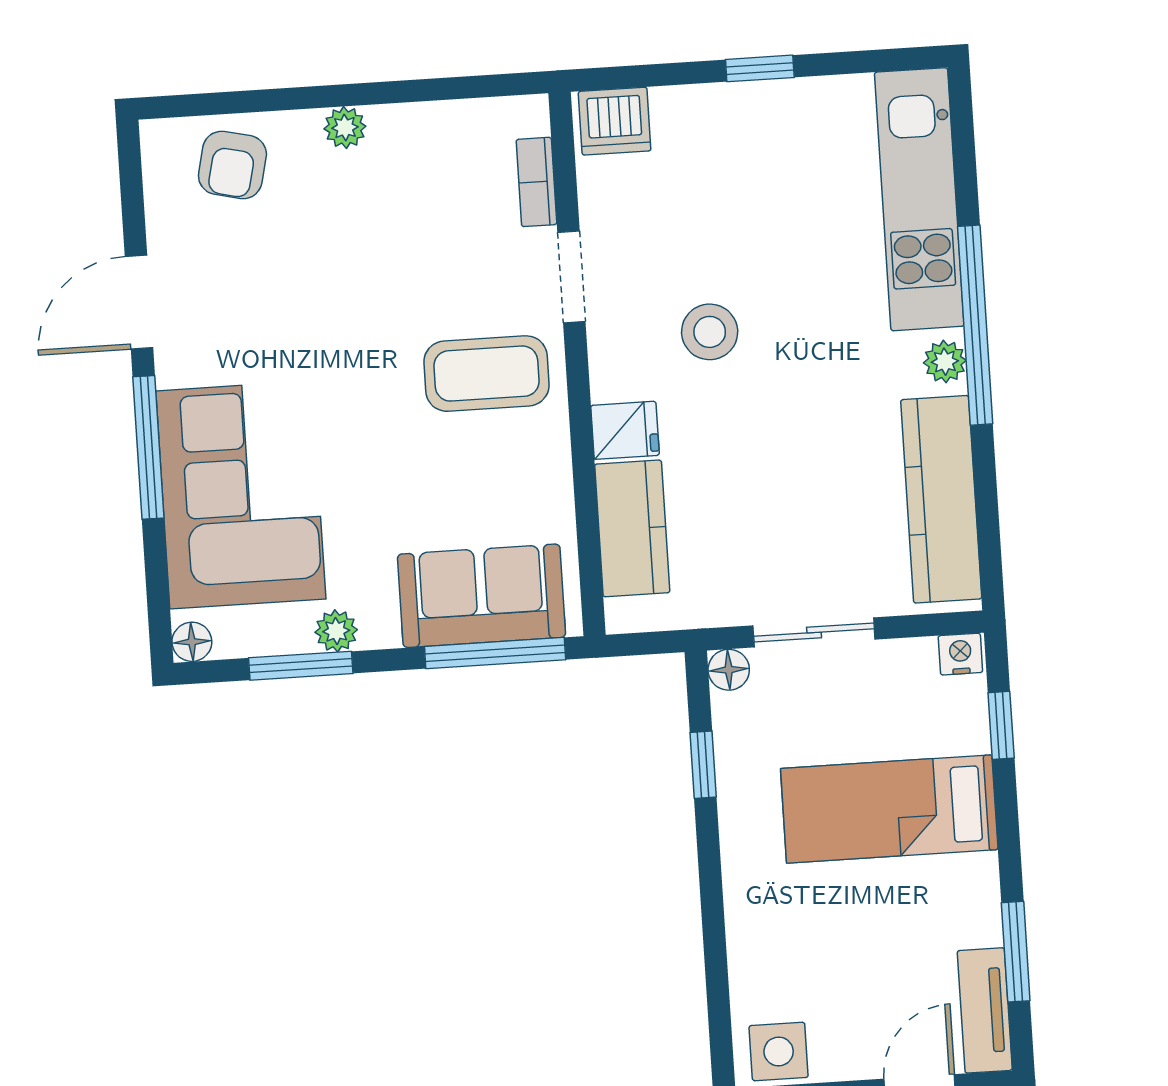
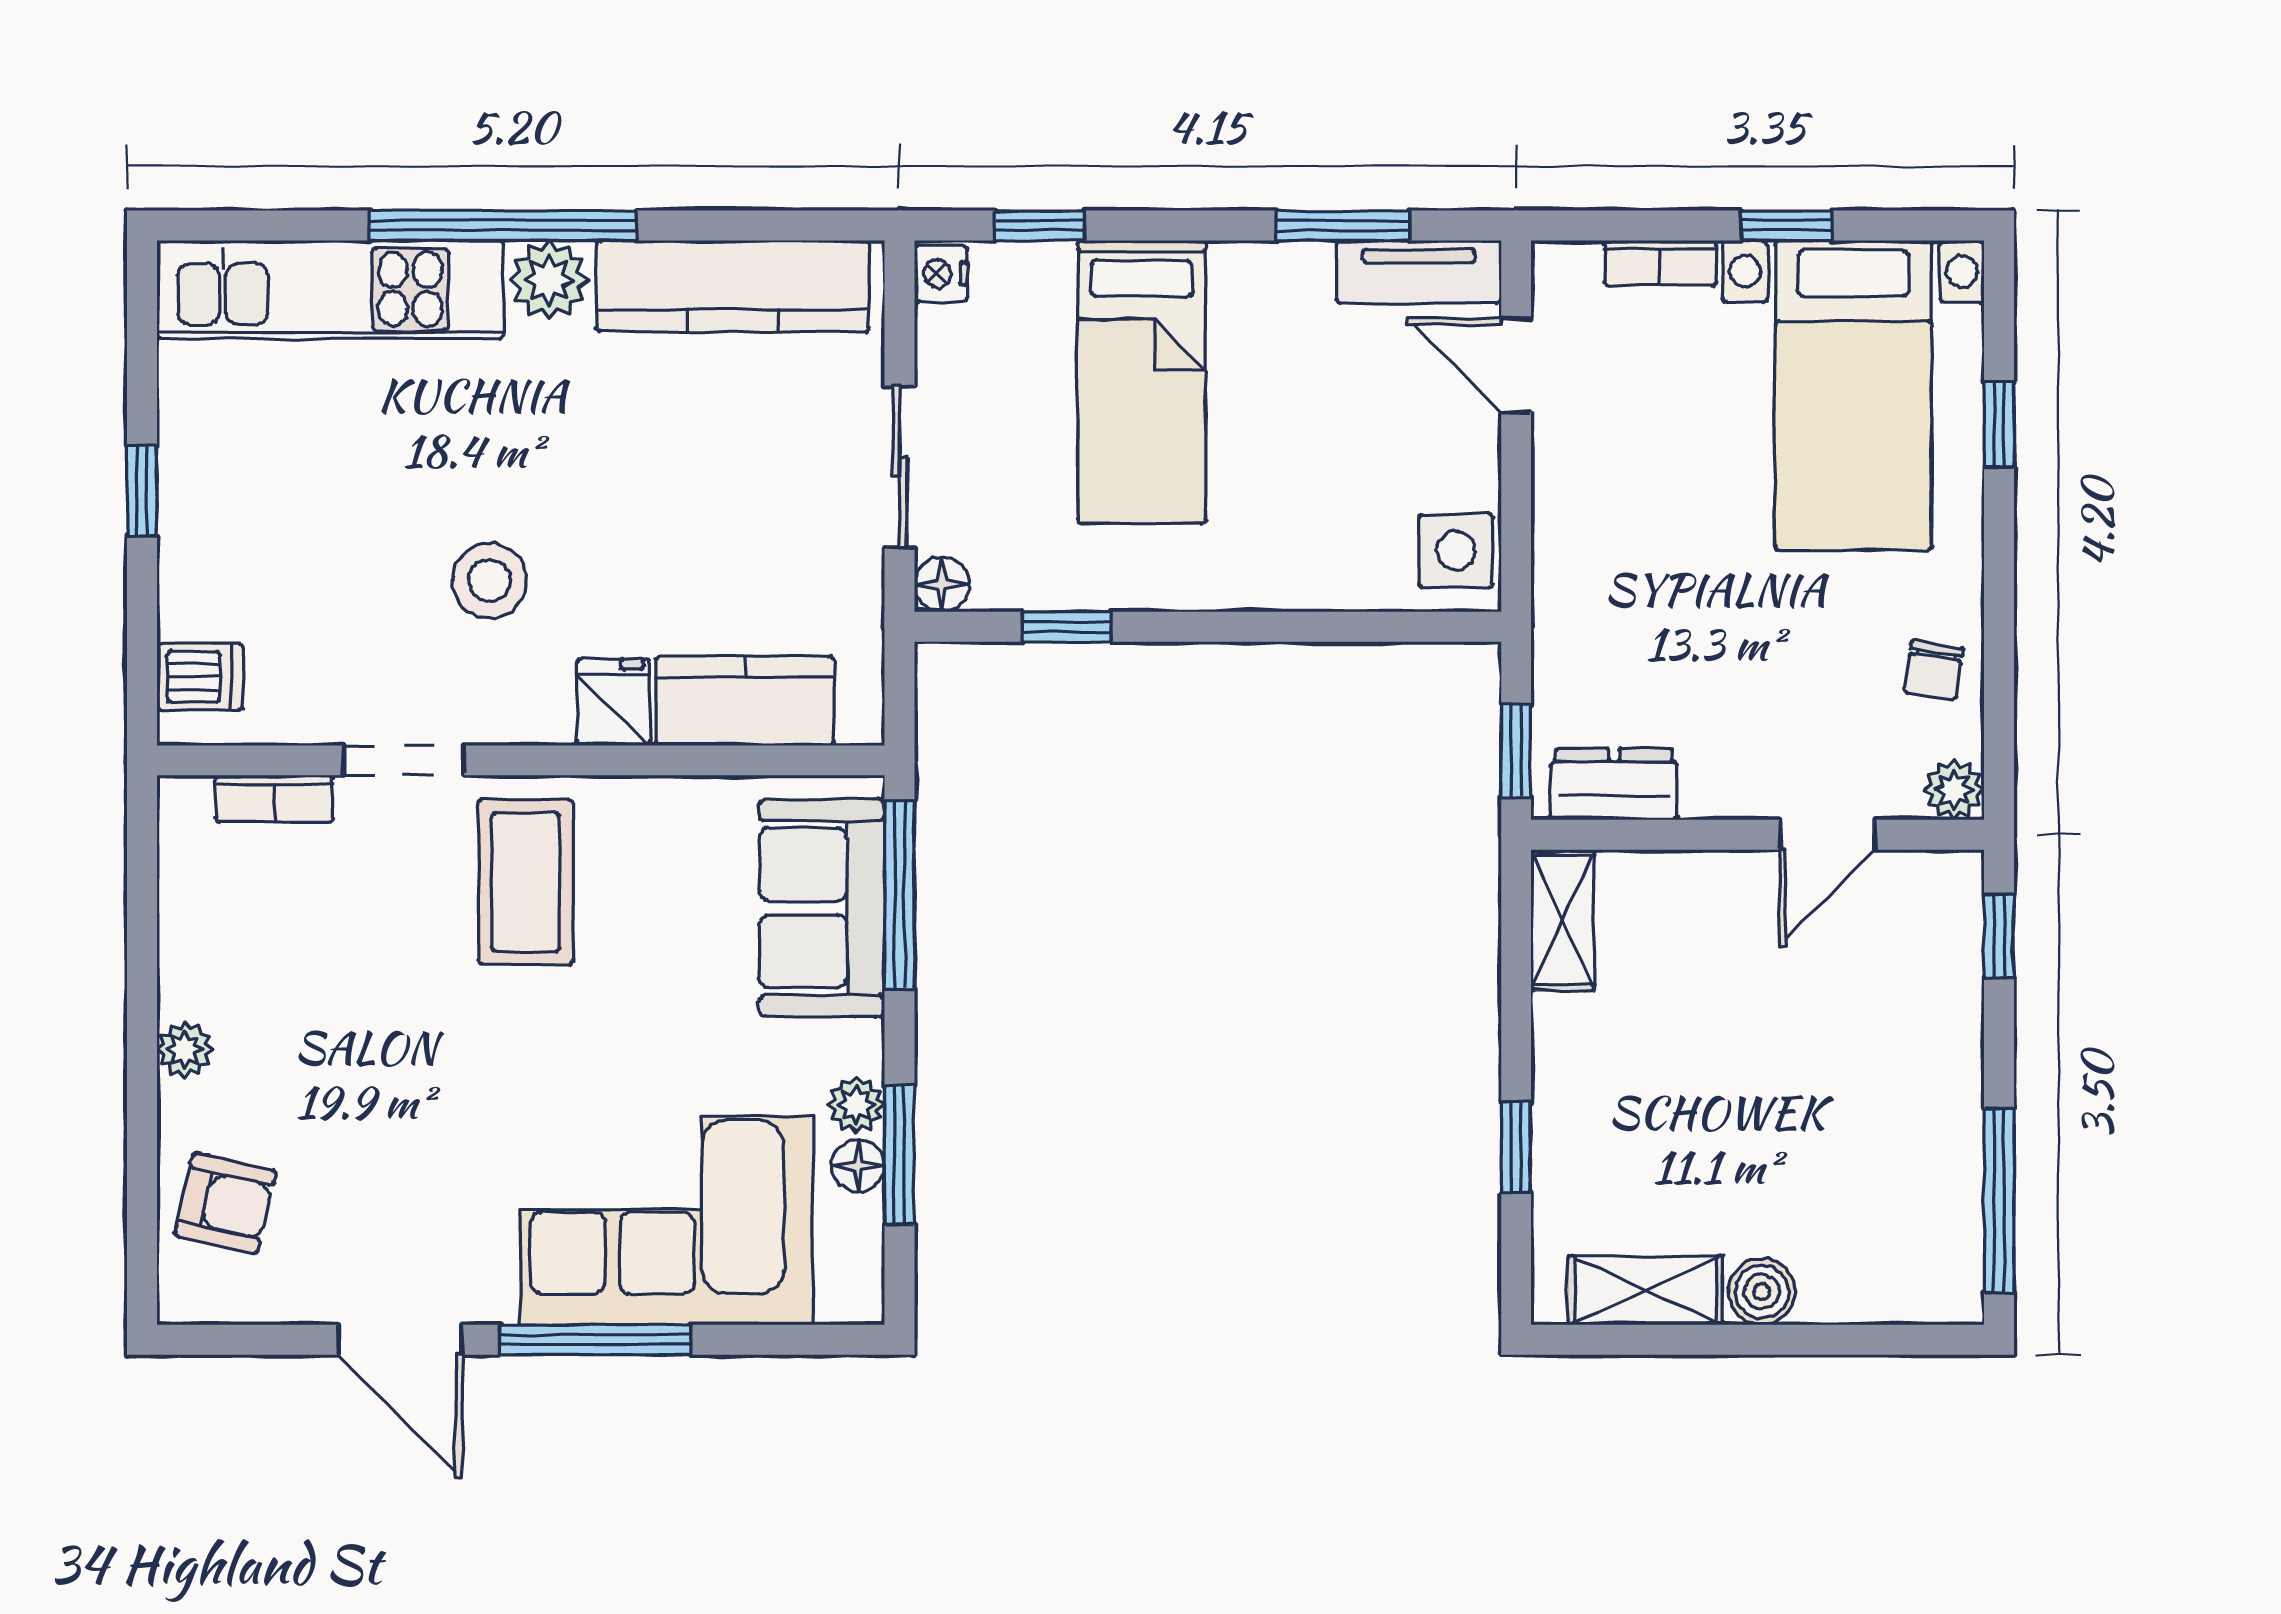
dishwasher: (615, 121) -> (200, 677), width x0.73
plant: (945, 362) -> (549, 280), width x1.38, depth x1.38
floor lamp: (192, 642) -> (858, 1166), moved

